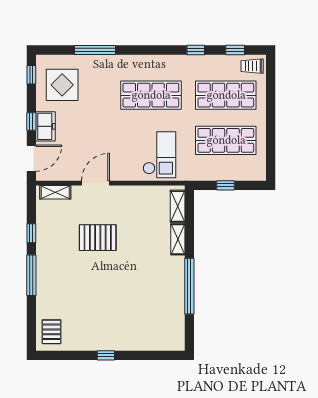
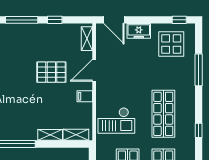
window: (196, 50) -> (199, 130), moved
window: (31, 122) -> (142, 20), removed
door: (95, 183) -> (94, 70), swing flipped
filing cabinet: (129, 195) -> (85, 96), added
pallet: (98, 238) -> (51, 72), turned 90

